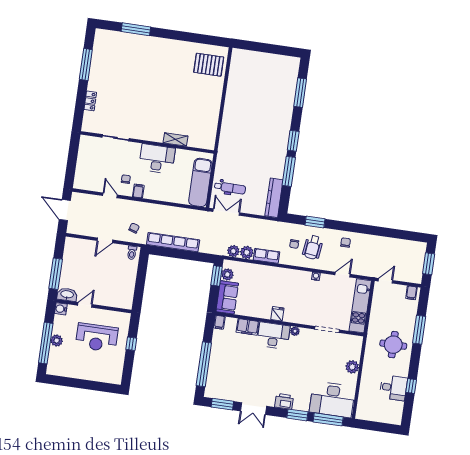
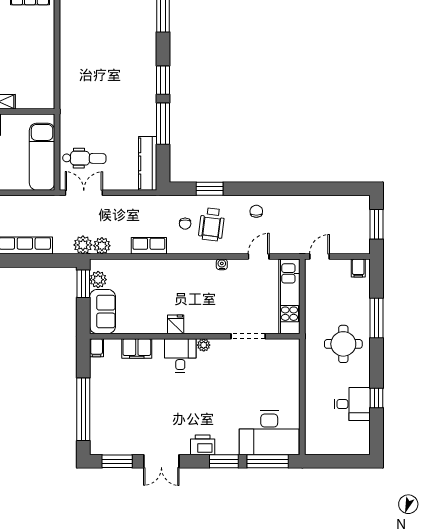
plant: (247, 252) -> (83, 245), moved
desk: (273, 336) -> (180, 355), width x0.73
plant: (352, 367) -> (291, 383), removed

